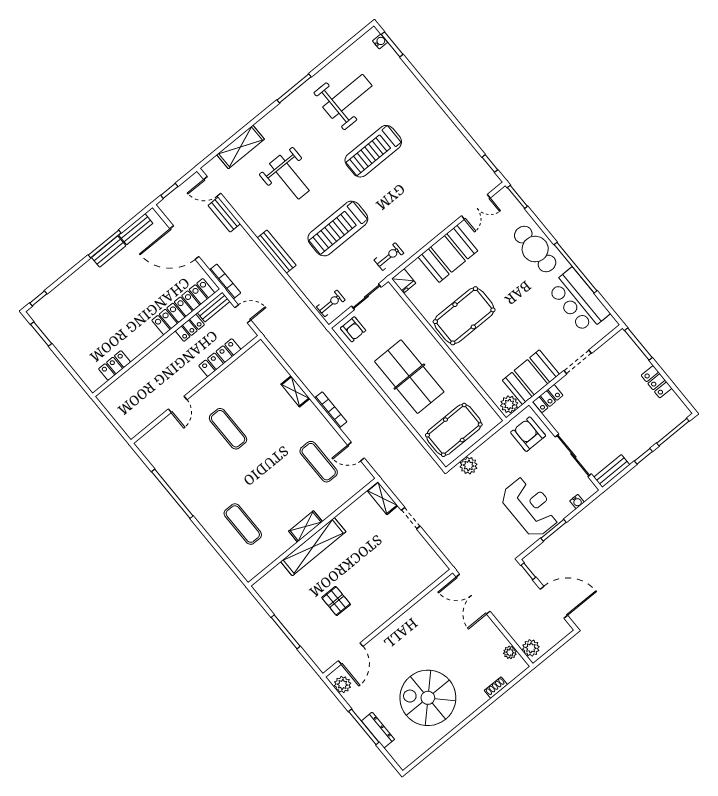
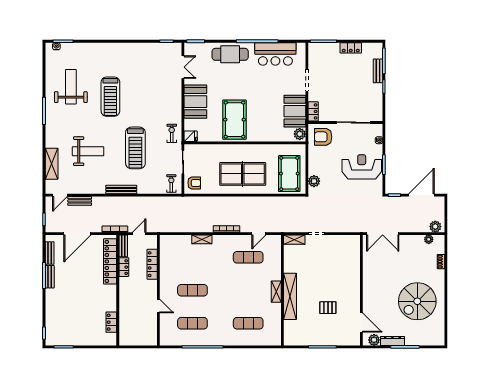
exercise mat: (190, 460) -> (192, 323), added
bench: (612, 471) -> (378, 71), moved
dresser: (378, 730) -> (392, 341), moved

